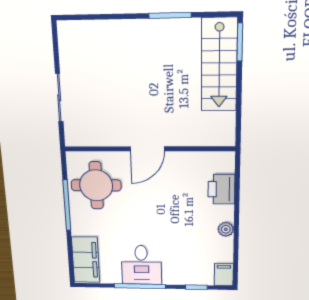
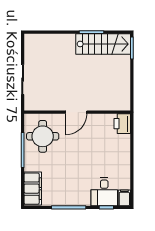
stairs: (219, 65) -> (103, 44), moved, turned -90
printer: (221, 189) -> (122, 124), moved
plant: (226, 229) -> (125, 166), removed
desk: (141, 265) -> (104, 192), moved

